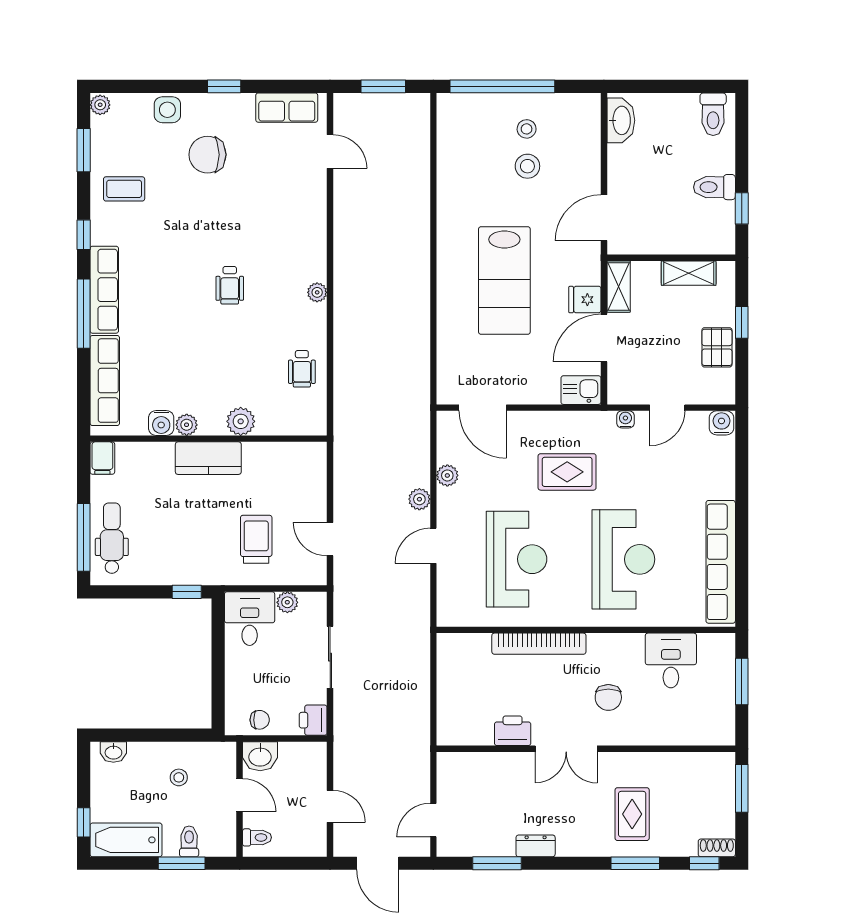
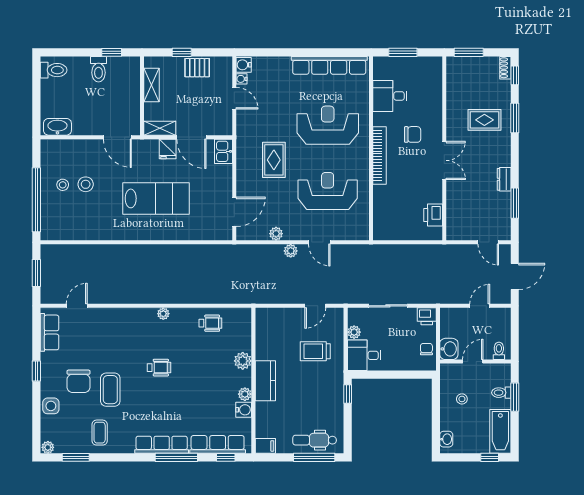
coffee table: (194, 206) -> (110, 390), added
window: (84, 235) -> (226, 457), moved
water cooler: (625, 419) -> (241, 79), moved
bookcase: (539, 644) -> (380, 155), moved
printer: (513, 731) -> (433, 215), moved

